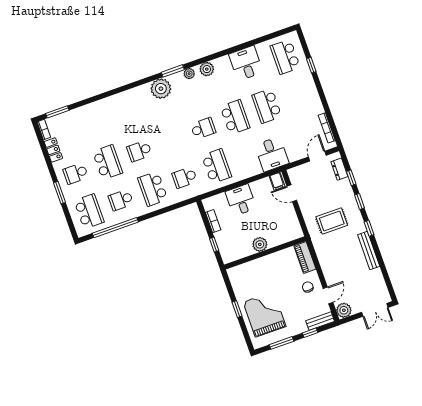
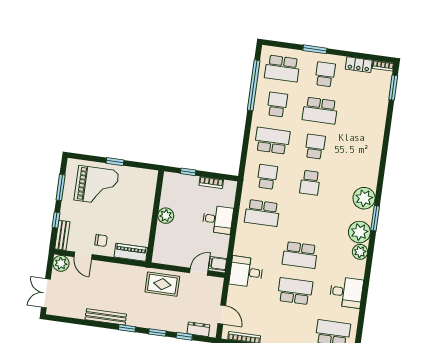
plant: (189, 74) -> (359, 232), width x1.87, depth x1.87
school desk: (203, 128) -> (310, 183), moved
rug: (332, 221) -> (162, 284), moved, turned 90

